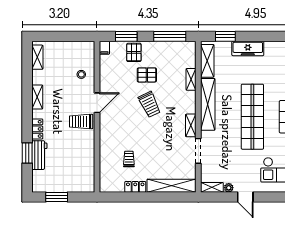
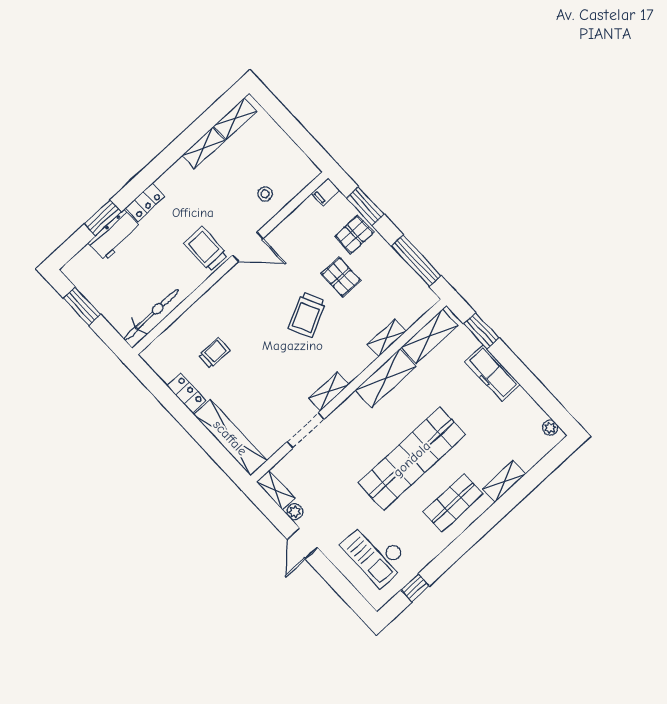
shelving: (37, 97) -> (203, 148), moved
shelving: (208, 104) -> (386, 378), width x0.68
bicycle: (88, 171) -> (151, 315), added

